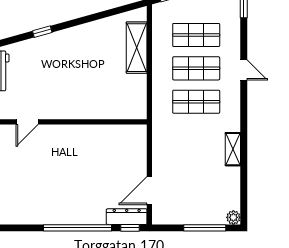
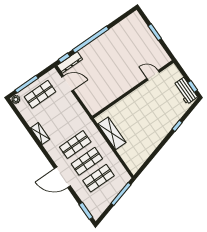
shelving: (137, 48) -> (112, 133), moved
door: (244, 70) -> (62, 177), width x1.87
door: (27, 122) -> (153, 75), hinge flipped
door: (149, 191) -> (68, 83), hinge flipped
shop shelf: (196, 202) -> (40, 94), added

